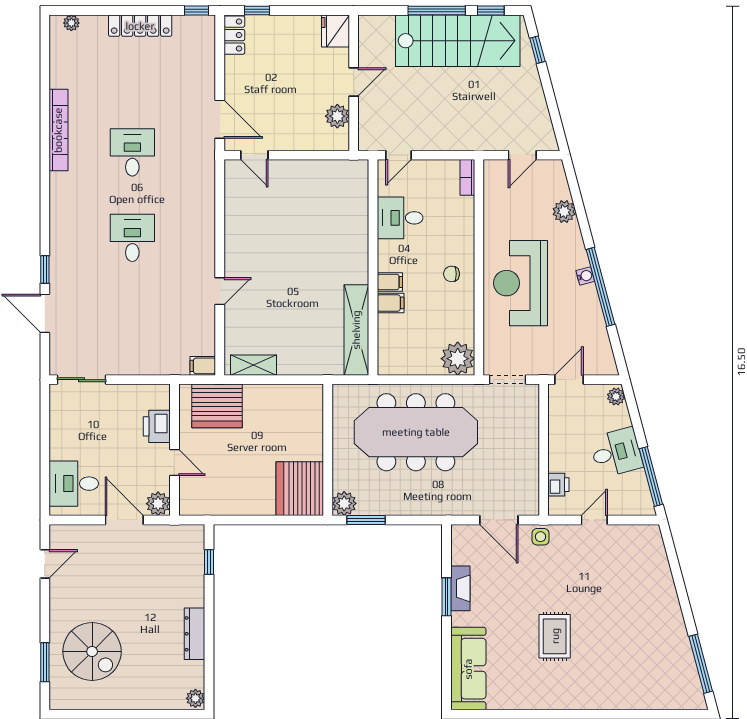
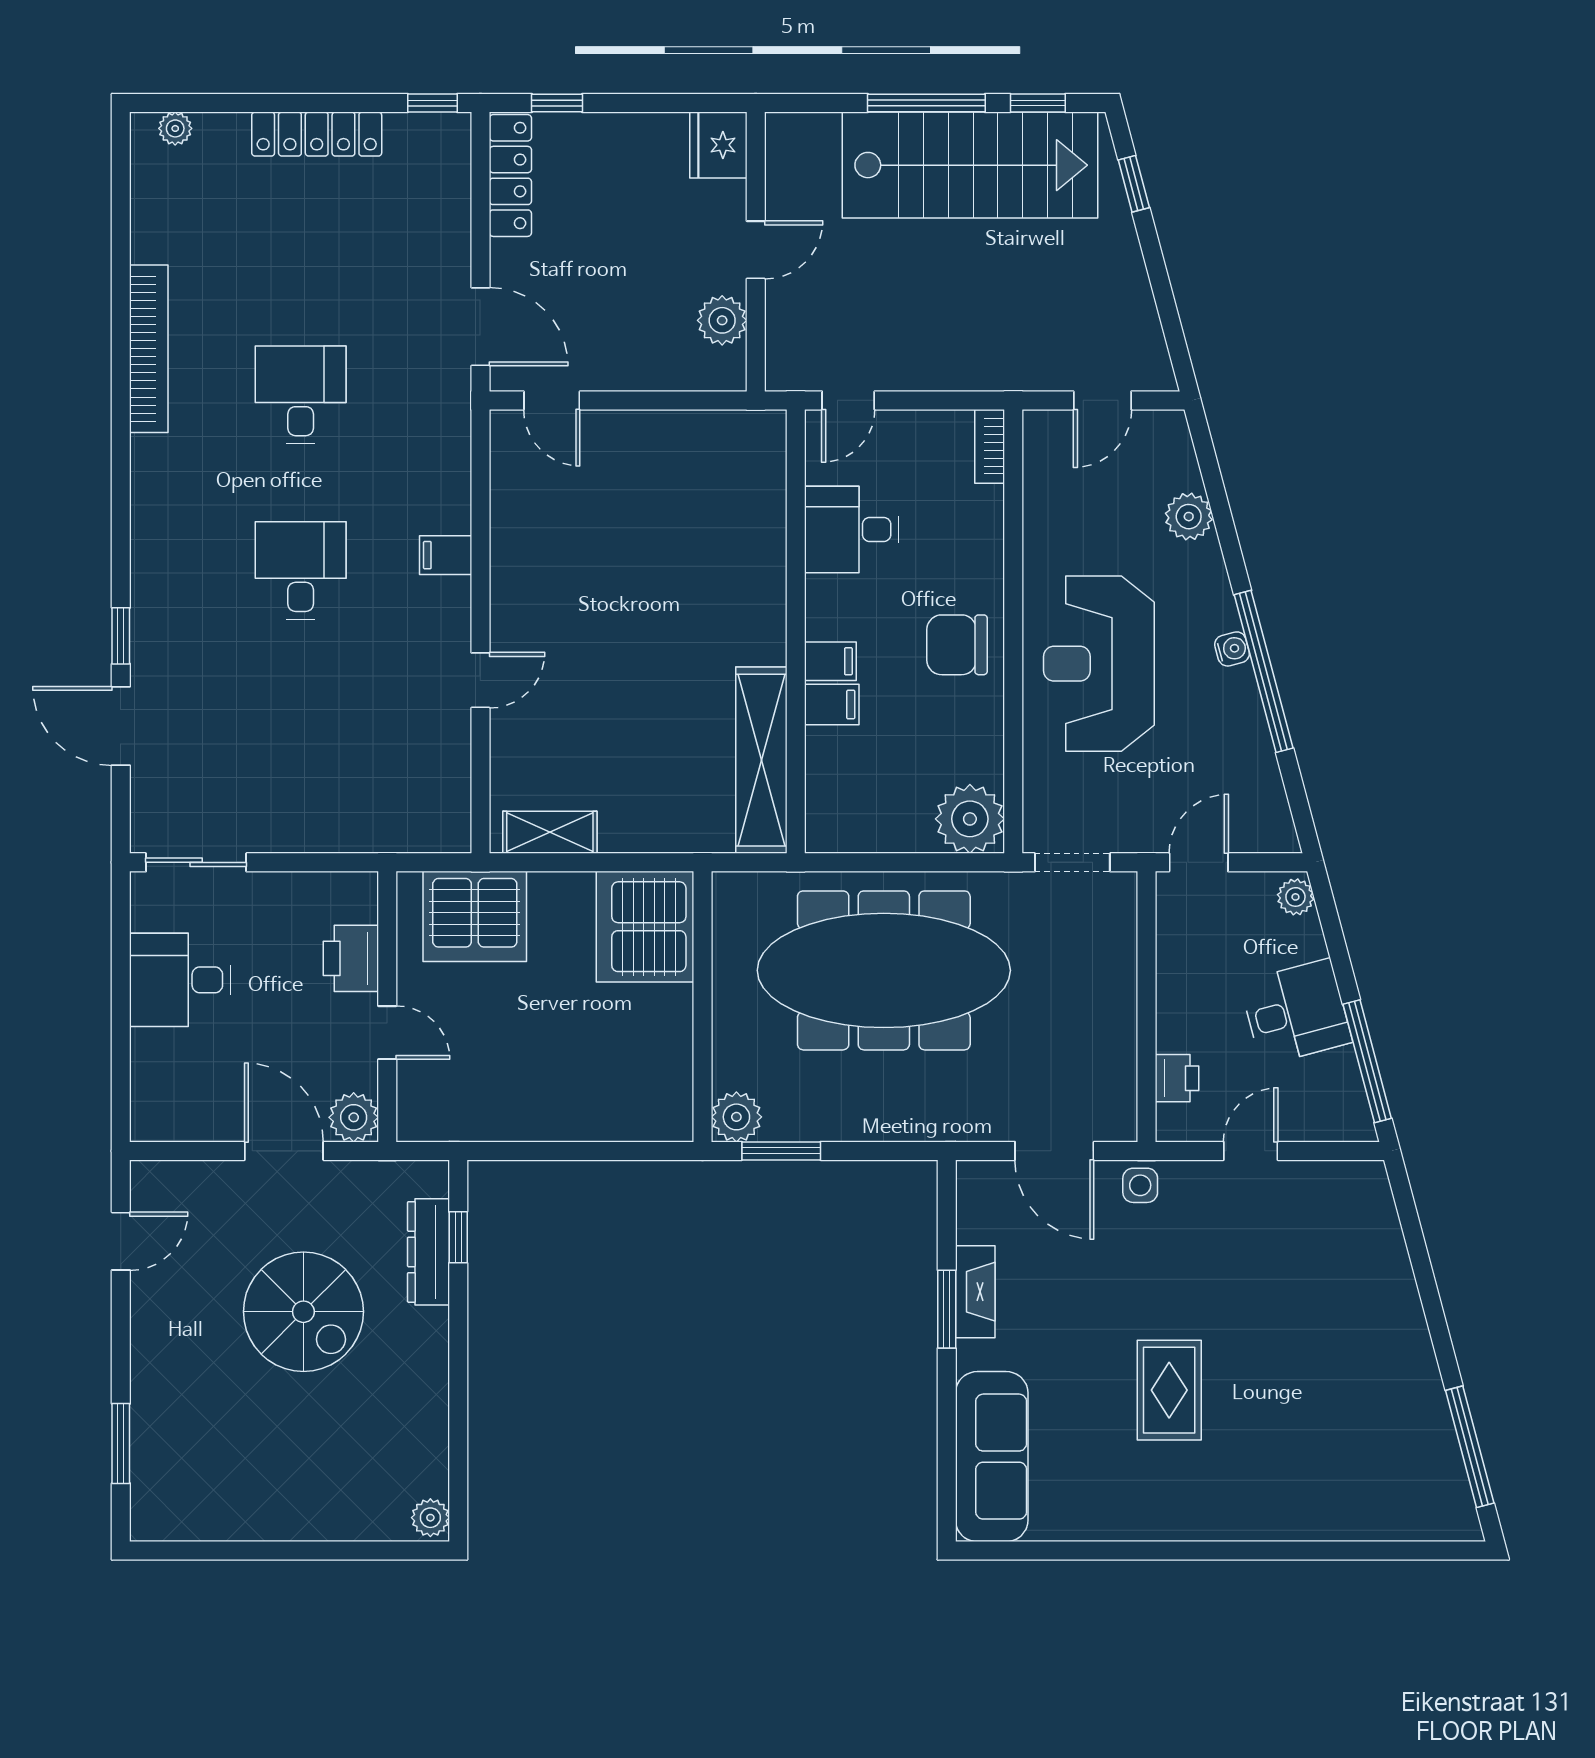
locker: (234, 35) -> (510, 175), width x1.53
chair: (451, 274) -> (957, 645), width x1.87, depth x1.87
filing cabinet: (203, 366) -> (446, 555), moved
desk: (74, 484) -> (180, 980), moved
server rack: (300, 489) -> (645, 927), moved
dresser: (195, 634) -> (429, 1252), moved
spiral stairs: (92, 652) -> (303, 1312), moved

